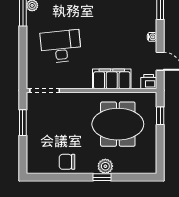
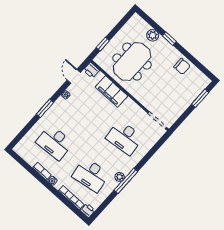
window: (23, 123) -> (200, 98), moved
meeting table: (118, 124) -> (132, 62), turned 90
plant: (105, 166) -> (153, 35), moved

